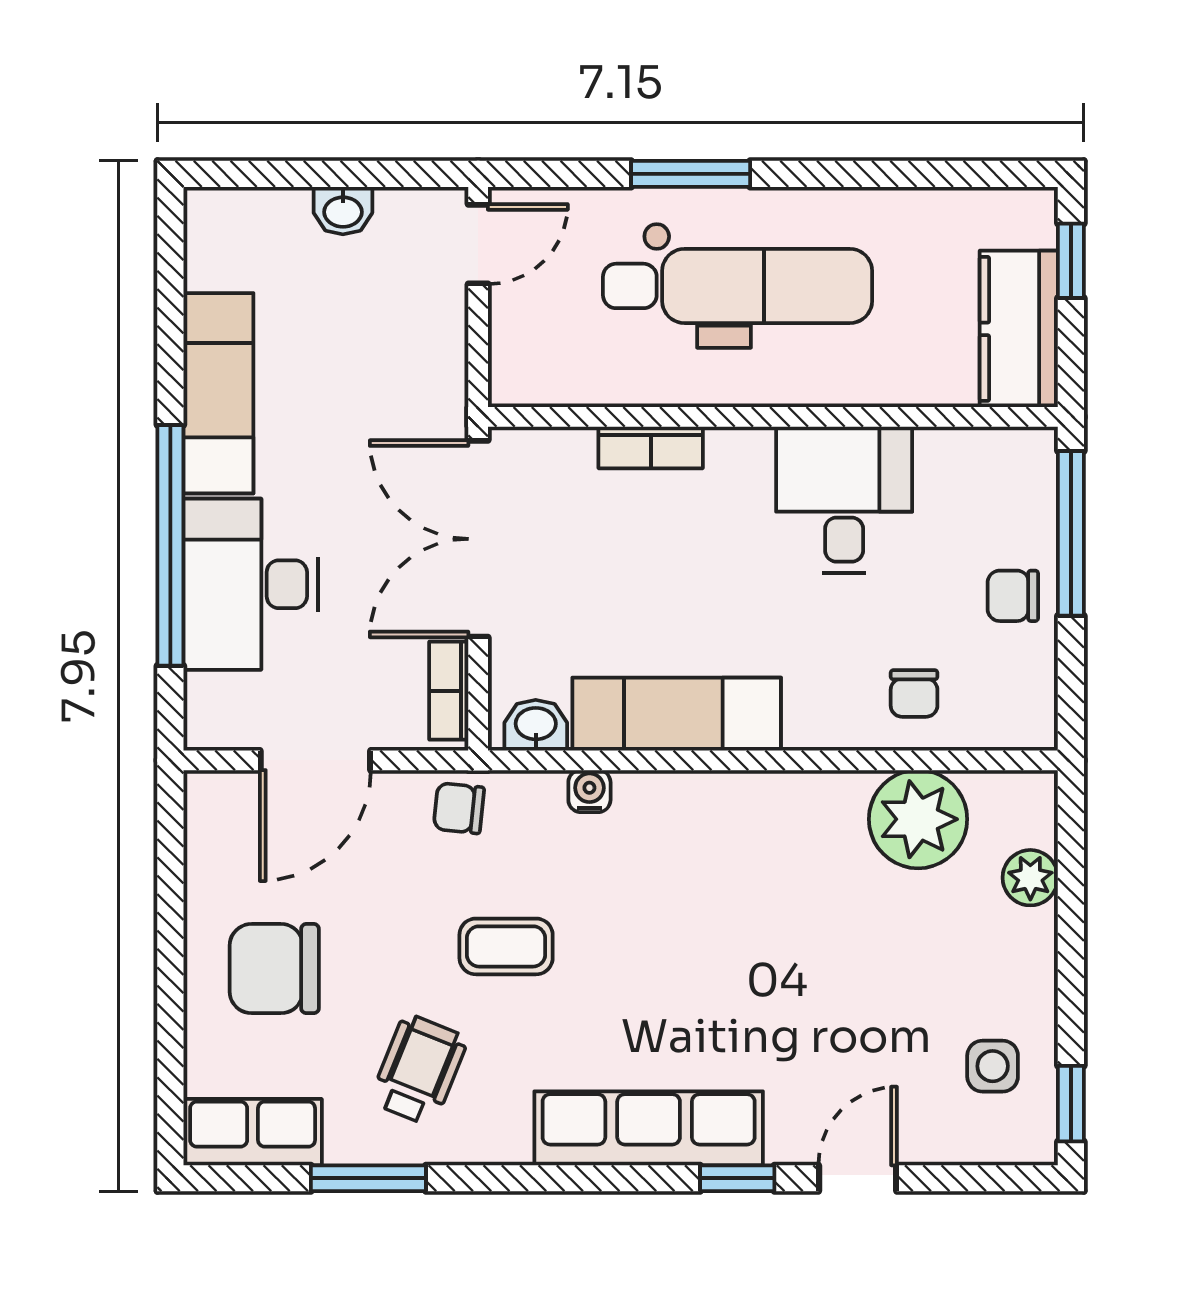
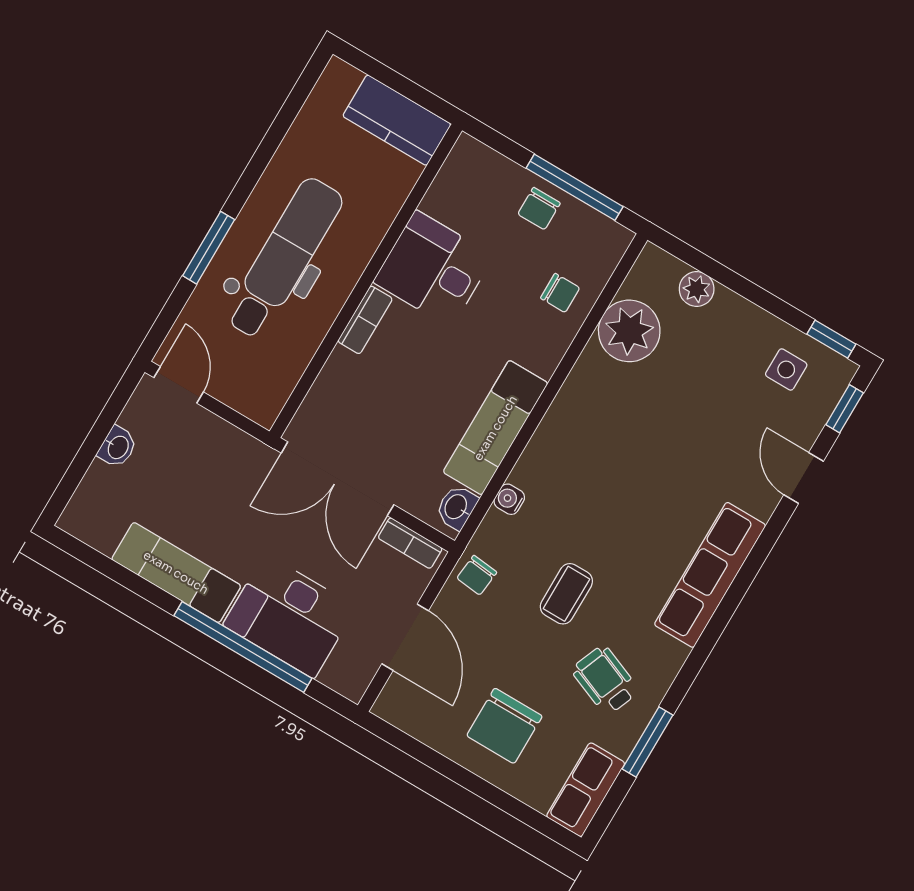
window: (1071, 261) -> (377, 70), removed
bookcase: (651, 447) -> (365, 320), moved
window: (1071, 533) -> (575, 187), moved
window: (737, 1178) -> (845, 409), moved

